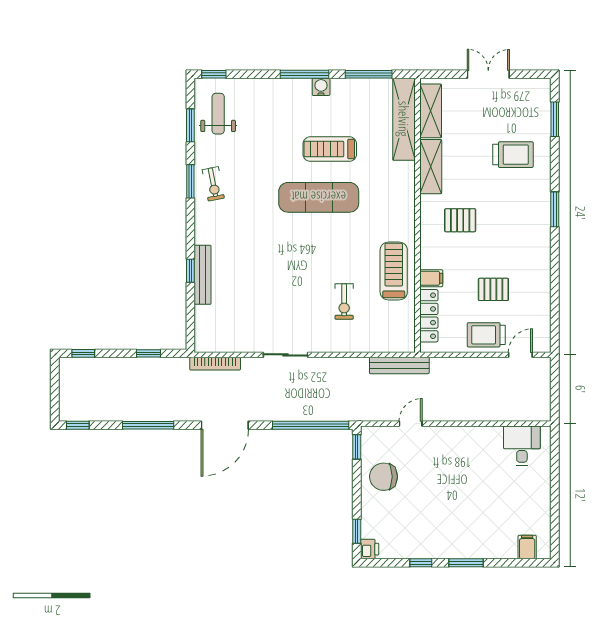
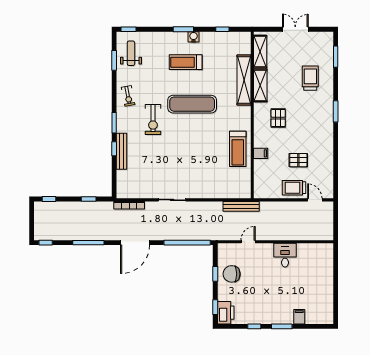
window: (304, 74) -> (183, 29), width x0.69
window: (369, 74) -> (222, 29), width x0.46
shelving: (404, 119) -> (244, 80), moved
treadmill: (330, 149) -> (186, 62), moved
trolley: (513, 155) -> (310, 78), turned -90
window: (190, 181) -> (114, 123), moved
pallet: (460, 220) -> (278, 118), turned 90
treadmill: (394, 271) -> (238, 149), turned 180
exercise bike: (344, 302) -> (153, 120), moved, width x1.38, depth x1.39
locker: (429, 316) -> (259, 176), removed
door: (520, 355) -> (315, 200), hinge flipped
desk: (522, 446) -> (285, 255), moved
window: (357, 447) -> (215, 274), moved
filing cabinet: (527, 547) -> (299, 317), moved
printer: (370, 549) -> (226, 313), width x1.87, depth x1.48

